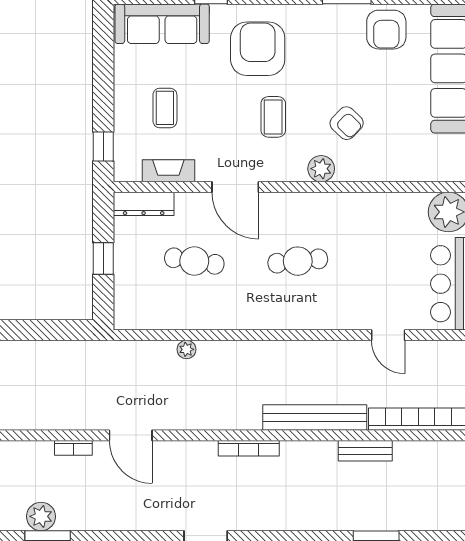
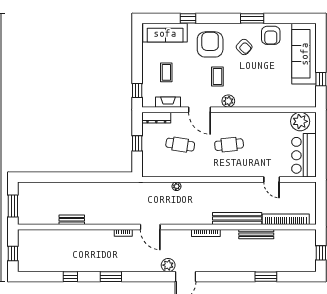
armchair: (347, 123) -> (244, 47), moved
plant: (321, 169) -> (228, 101), moved
bench: (365, 451) -> (256, 234), width x1.36
plant: (41, 516) -> (168, 265), moved

